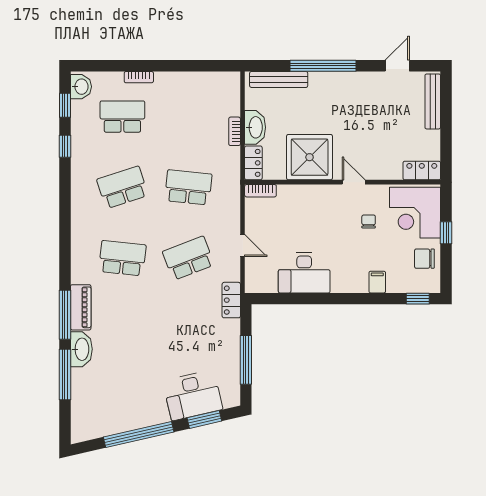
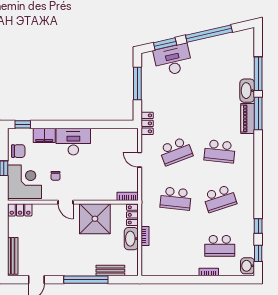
bench: (279, 79) -> (110, 271), width x0.73
desk: (304, 273) -> (73, 142), moved
filing cabinet: (377, 282) -> (44, 135), width x2.00

